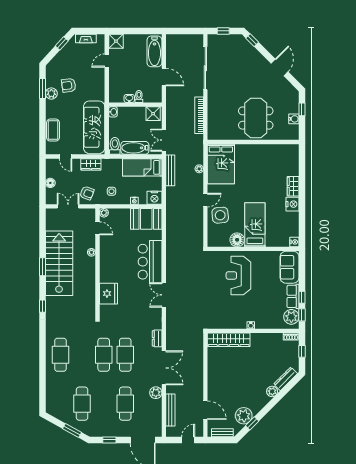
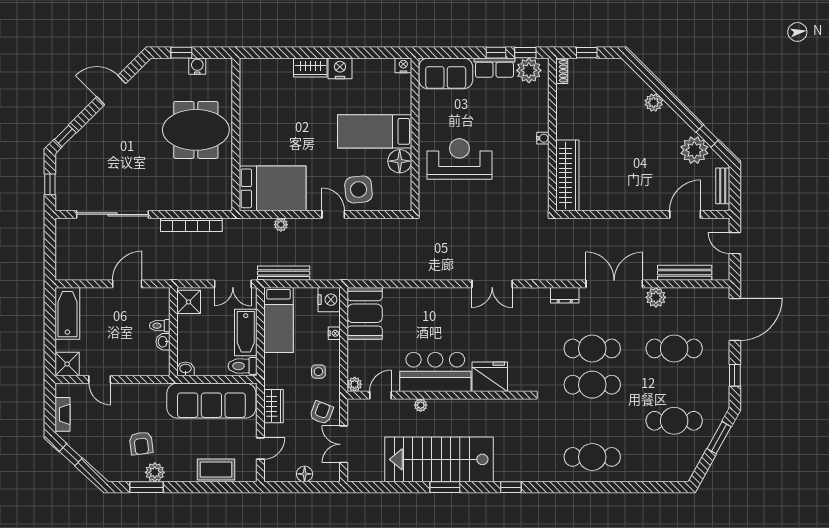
bathtub: (154, 51) -> (67, 313), moved, turned -90
bar counter: (150, 262) -> (435, 372), moved, turned 180
reception desk: (238, 275) -> (459, 159), turned 180
dresser: (286, 379) -> (633, 80), removed

